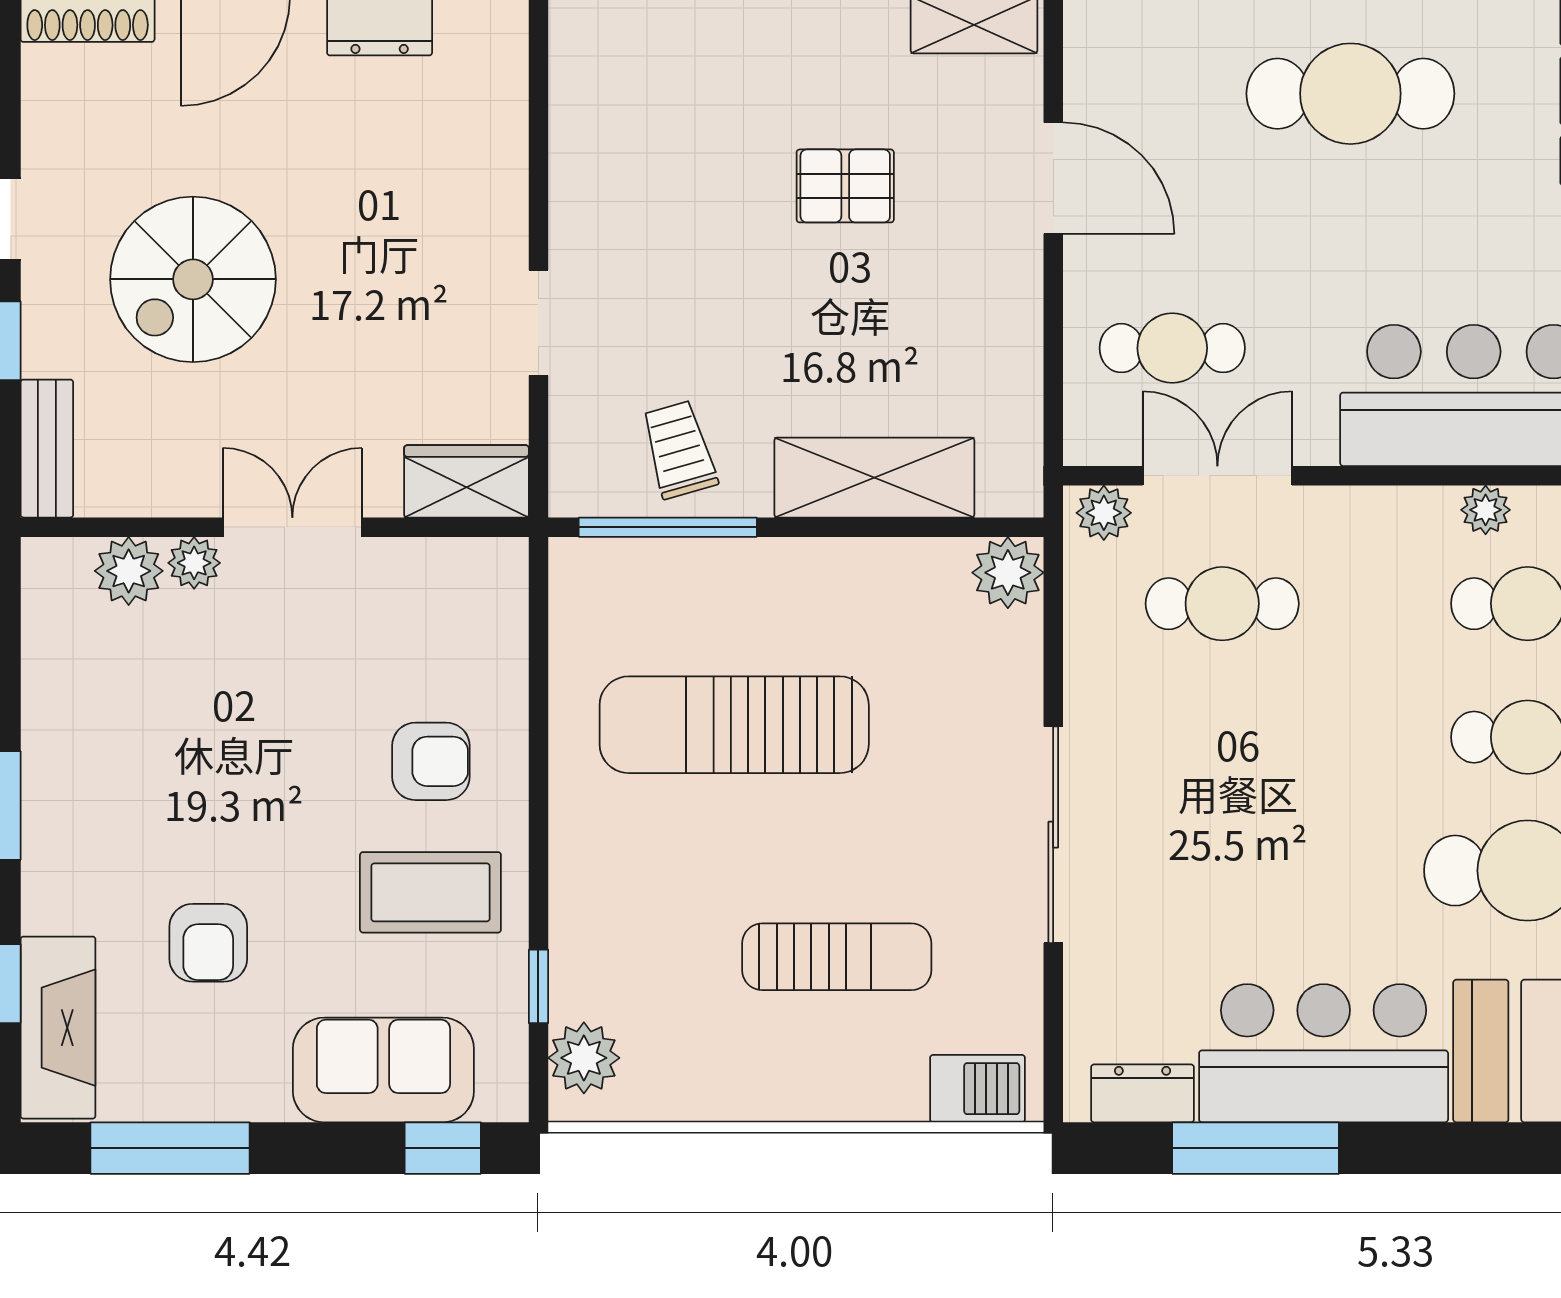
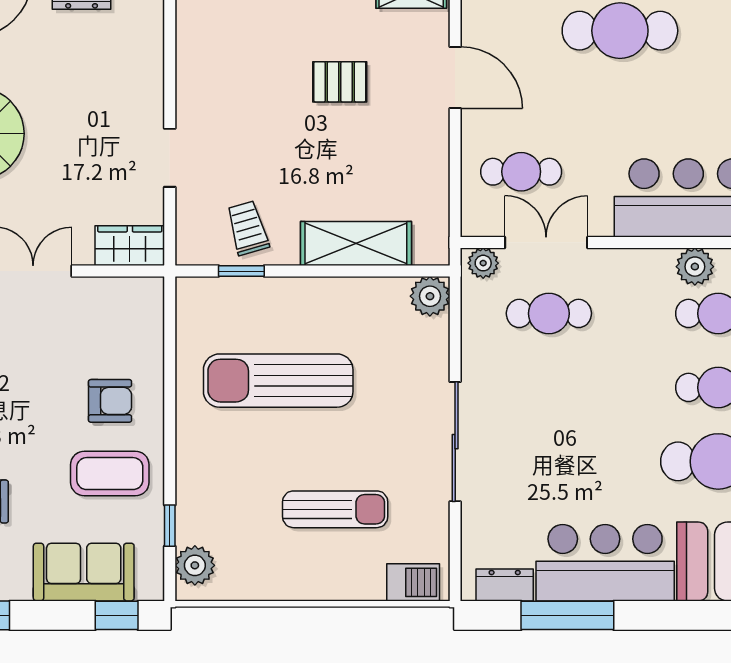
plant: (1486, 510) -> (695, 267), width x1.38, depth x1.38
window: (668, 527) -> (241, 271), width x0.46

